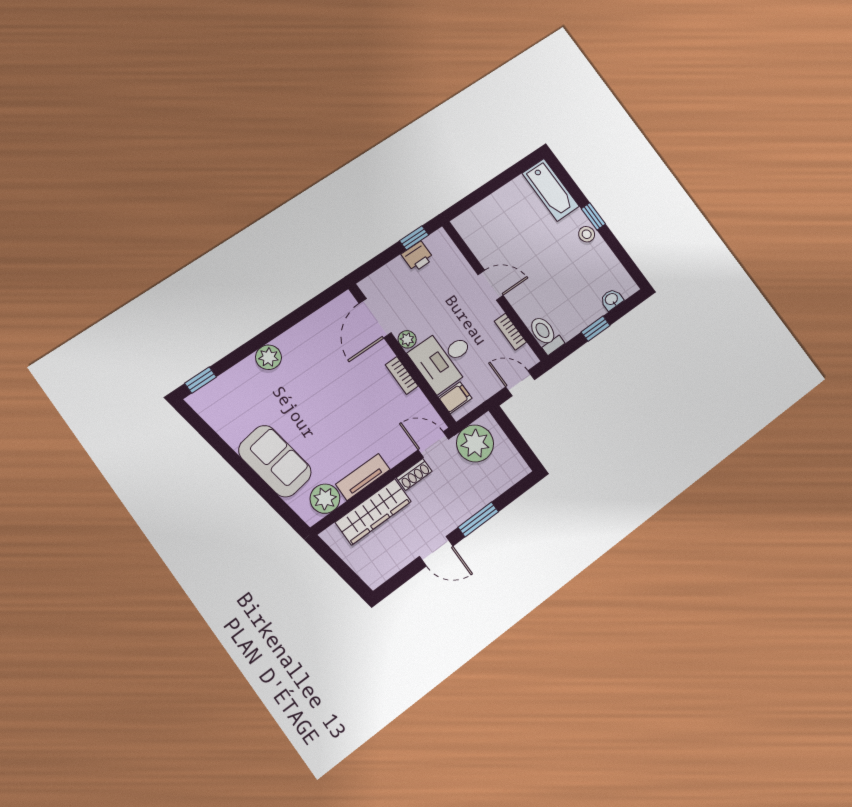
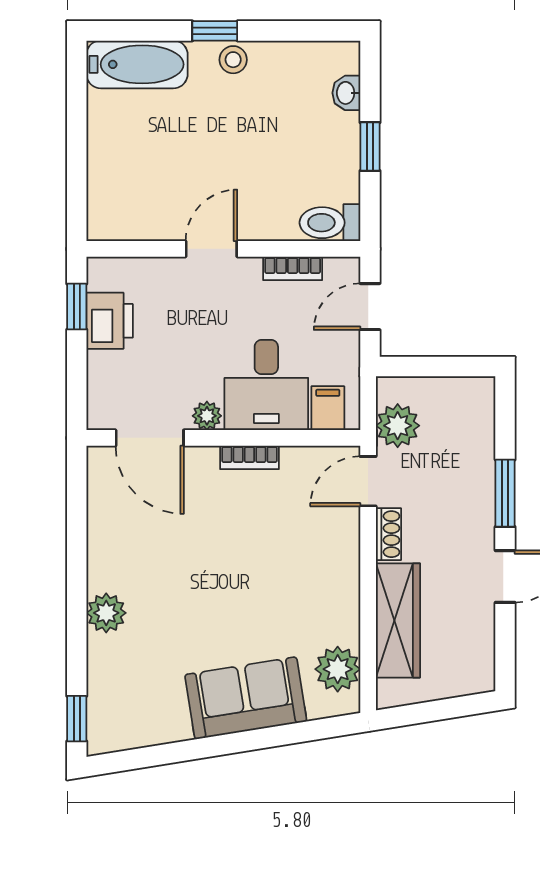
printer: (417, 257) -> (110, 321), width x1.36, depth x1.24
plant: (475, 443) -> (398, 426), width x0.73, depth x0.73
tv unit: (363, 477) -> (345, 602), removed

